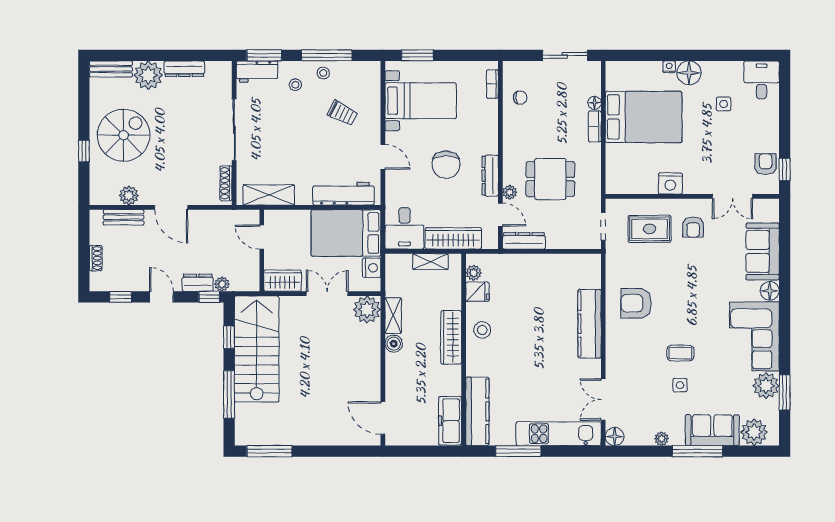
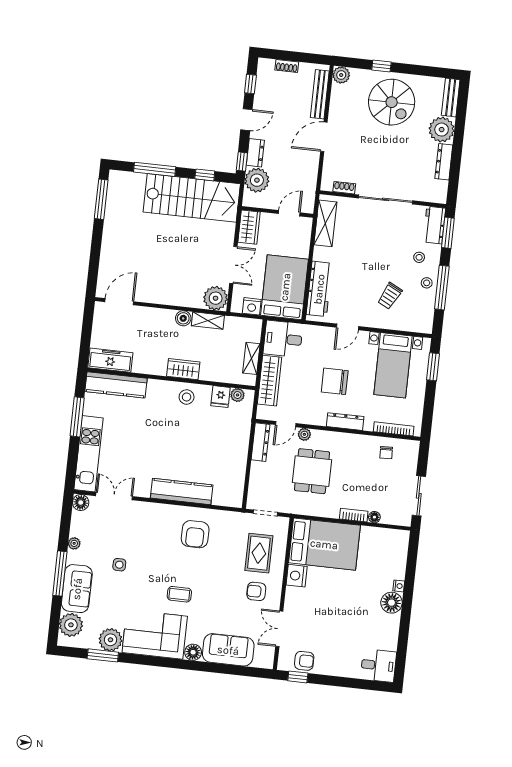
bookcase: (492, 84) -> (394, 429), width x1.56
side table: (724, 104) -> (361, 630), removed
bed: (644, 117) -> (324, 544), moved, turned -90
dresser: (490, 176) -> (345, 422), moved
shoe rack: (226, 183) -> (344, 188), width x0.70
plant: (129, 195) -> (341, 75), moved
bench: (124, 217) -> (320, 94), width x1.36
plant: (222, 284) -> (257, 180), width x1.87, depth x1.87
armchair: (636, 303) -> (195, 534), turned 180
wardrobe: (451, 337) -> (183, 369), width x0.67
coffee table: (680, 353) -> (179, 594), moved, turned 90

